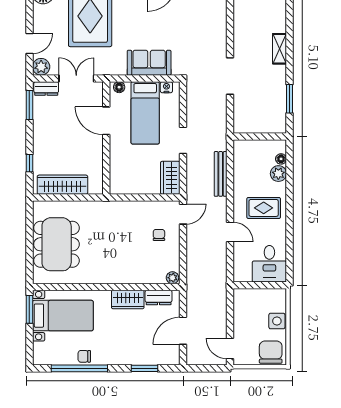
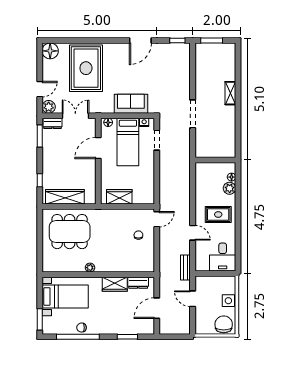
window: (290, 99) -> (238, 131), removed
door: (106, 121) -> (98, 148), hinge flipped
doorway: (183, 140) -> (157, 140), moved
bench: (221, 174) -> (185, 267), moved, width x0.73
wardrobe: (170, 178) -> (119, 197), moved, turned 90
dining table: (57, 244) -> (70, 232), moved, turned 90
plant: (172, 278) -> (90, 268), moved
window: (29, 309) -> (40, 319), moved
door: (230, 348) -> (193, 299), moved

